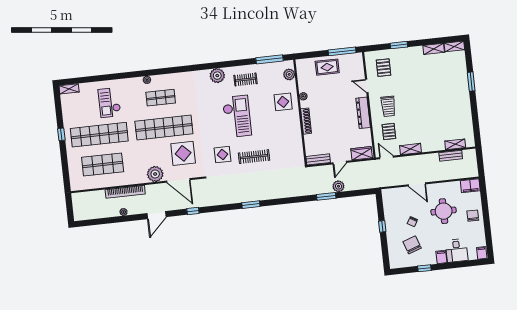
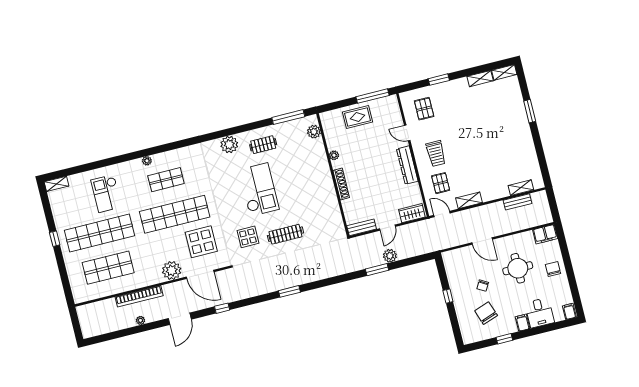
display table: (283, 102) -> (311, 165), removed

